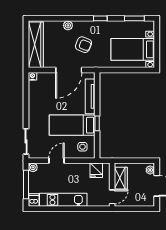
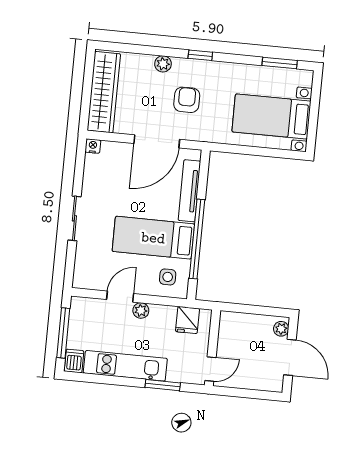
window: (100, 18) -> (200, 55), moved
armchair: (83, 45) -> (187, 100), turned -111
window: (97, 123) -> (197, 239), width x3.17
sliding door: (26, 141) -> (74, 218), moved
plant: (33, 167) -> (141, 311), moved
wardrobe: (121, 178) -> (229, 338), removed
window: (86, 209) -> (163, 385), added

